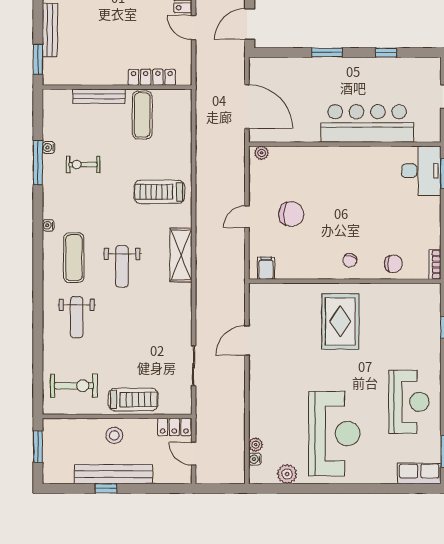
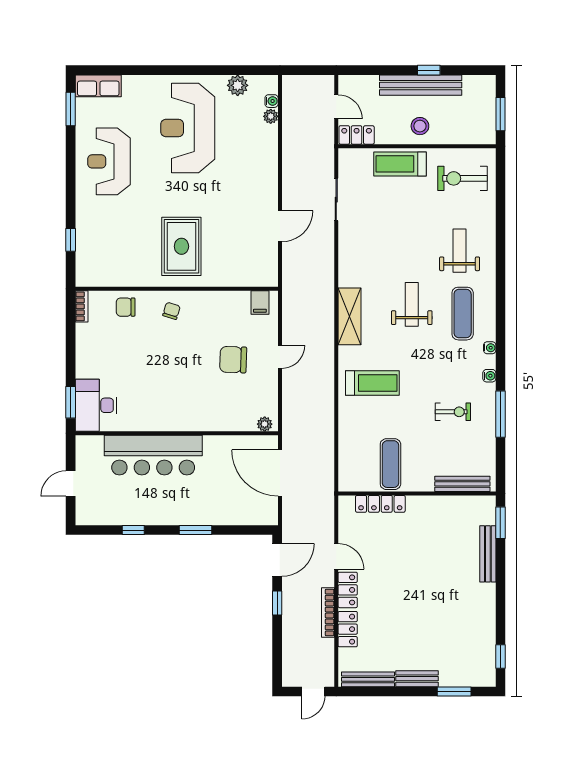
bench: (99, 96) -> (462, 484), moved
water cooler: (48, 148) -> (489, 376), moved

